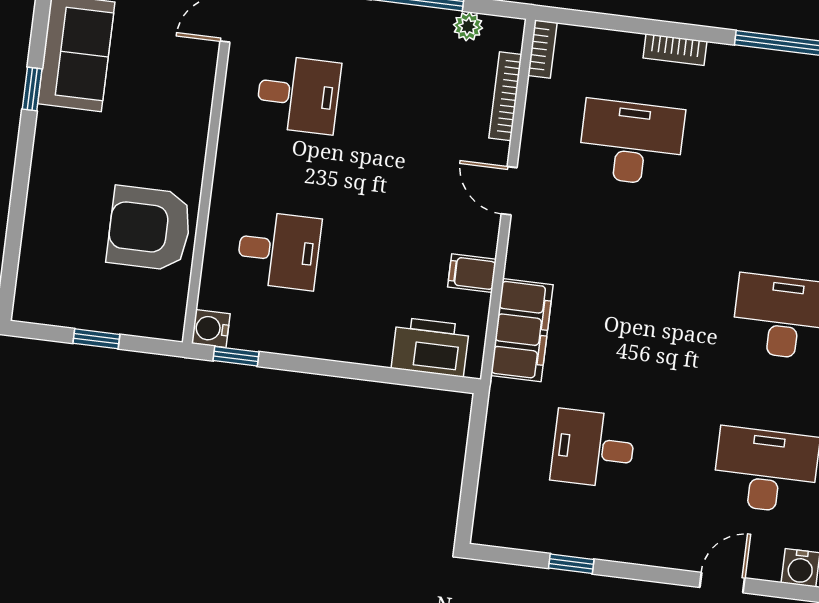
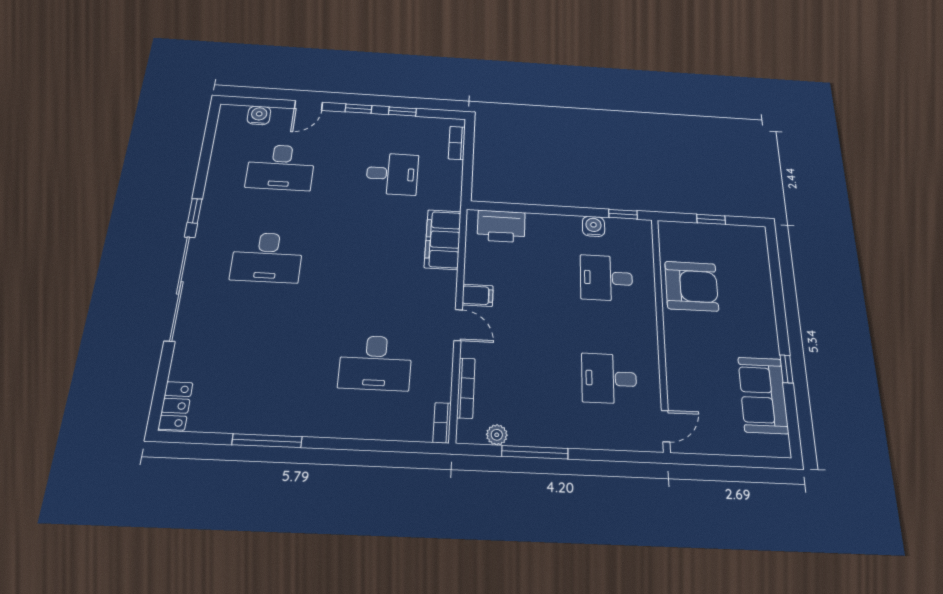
bookcase: (675, 50) -> (457, 143), moved, turned -90
filing cabinet: (472, 273) -> (478, 295), moved
water cooler: (211, 328) -> (594, 226), moved, turned -90
window: (642, 573) -> (358, 109), added

